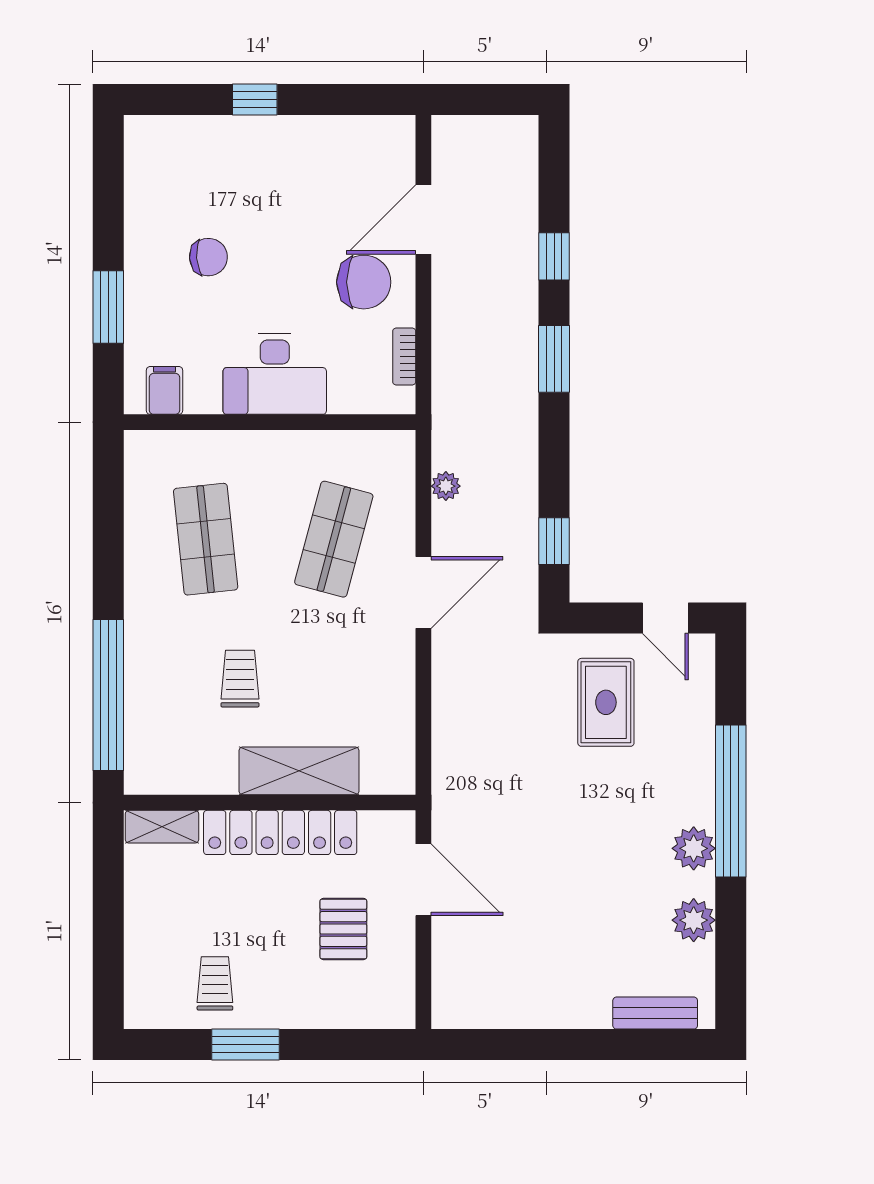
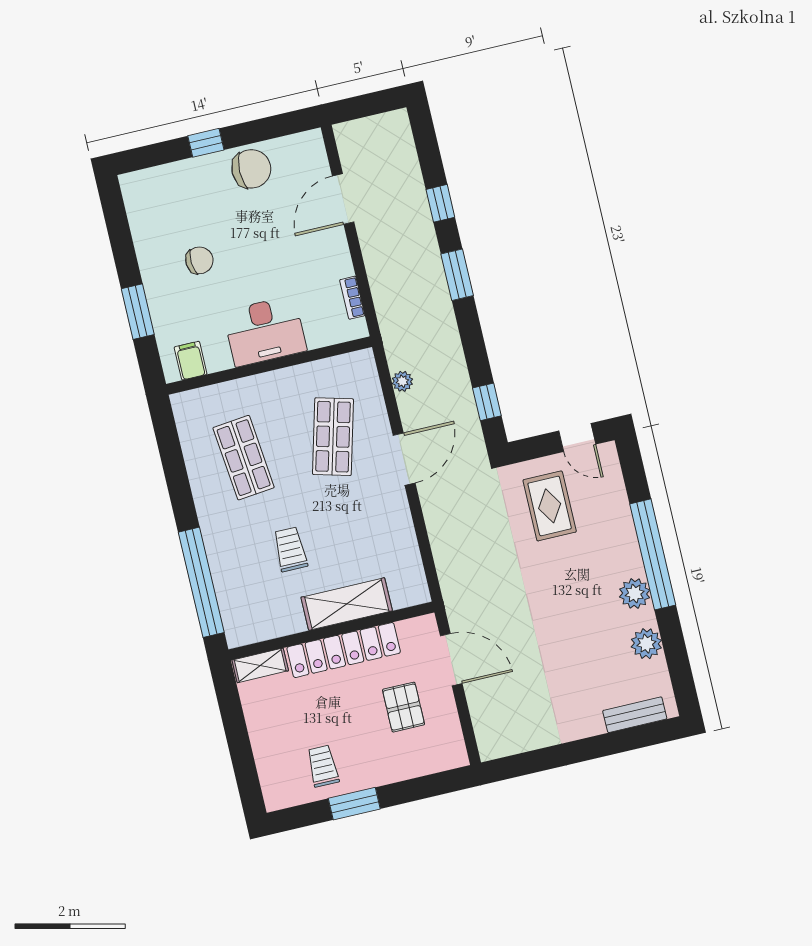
chair: (364, 282) -> (251, 169), moved

